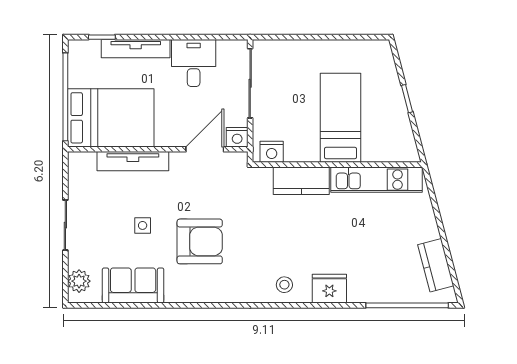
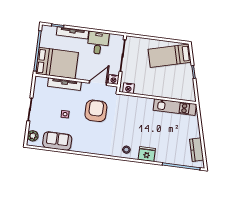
bed: (341, 118) -> (170, 56), moved, turned -105
kitchen counter: (301, 181) -> (140, 103), removed
armchair: (200, 241) -> (96, 111), moved, turned -90

